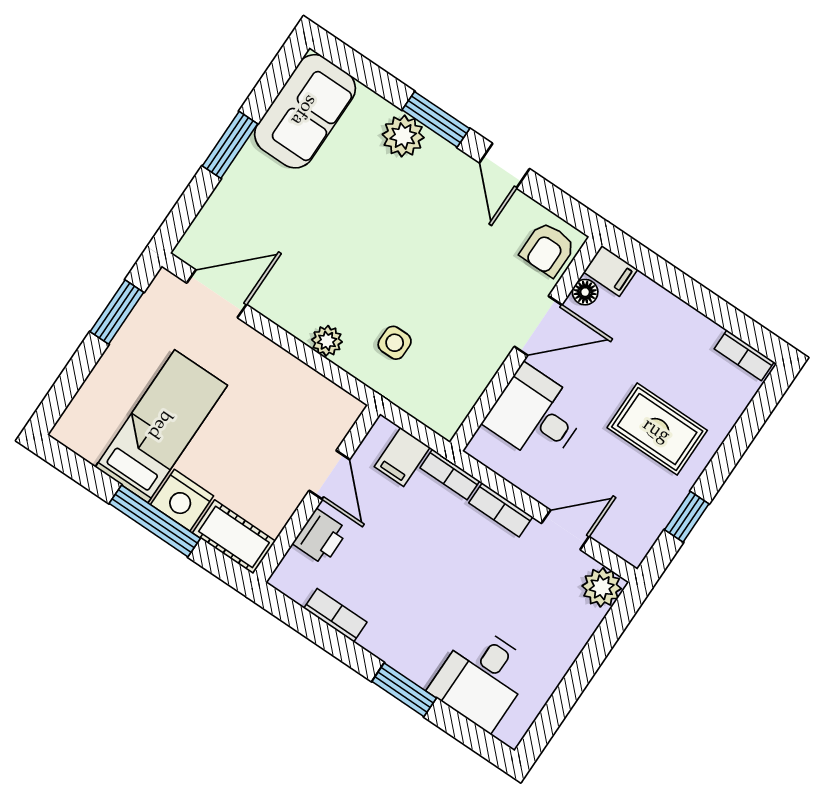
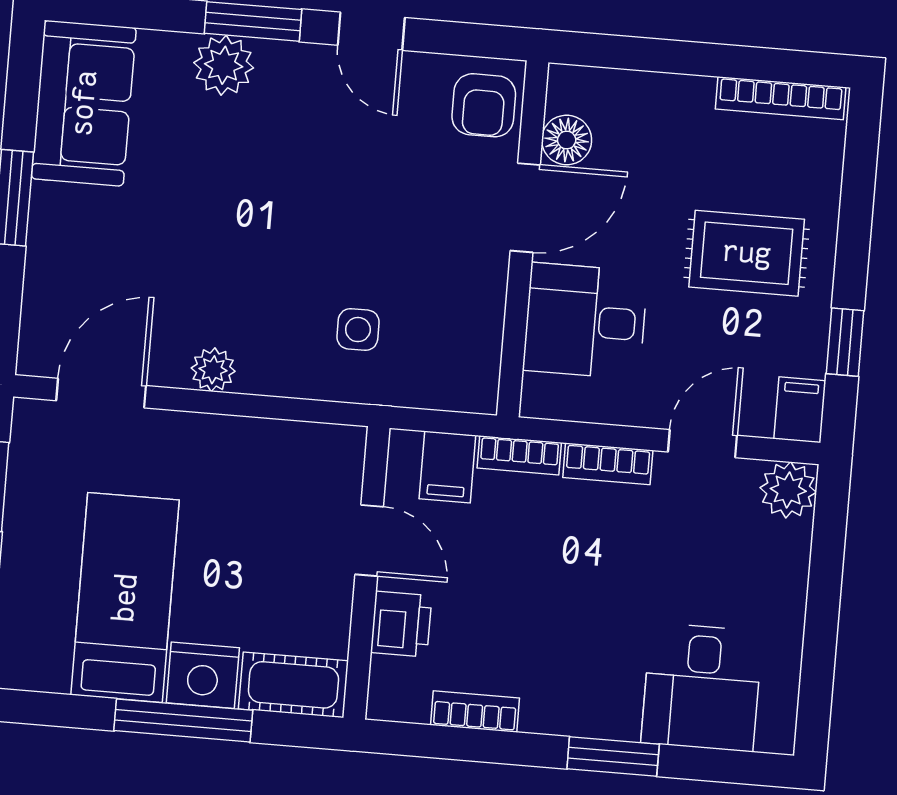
filing cabinet: (611, 271) -> (800, 410), moved, turned -90
floor lamp: (585, 292) -> (567, 140), width x1.37, depth x1.37
plant: (327, 341) -> (213, 370), moved
bookcase: (744, 355) -> (781, 98), width x1.56

